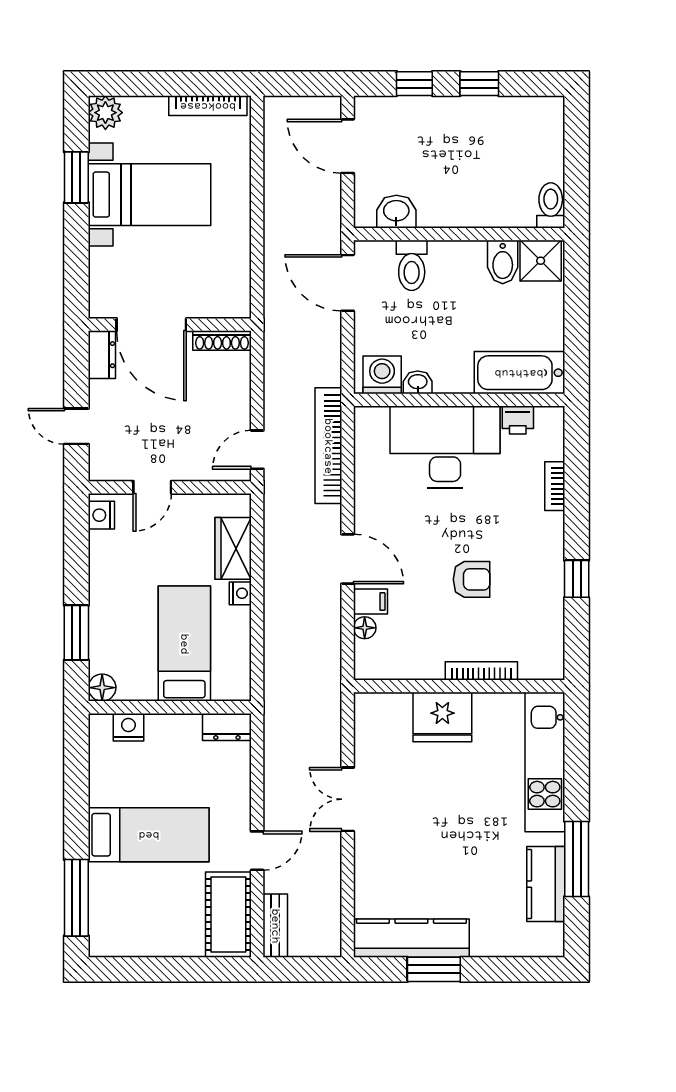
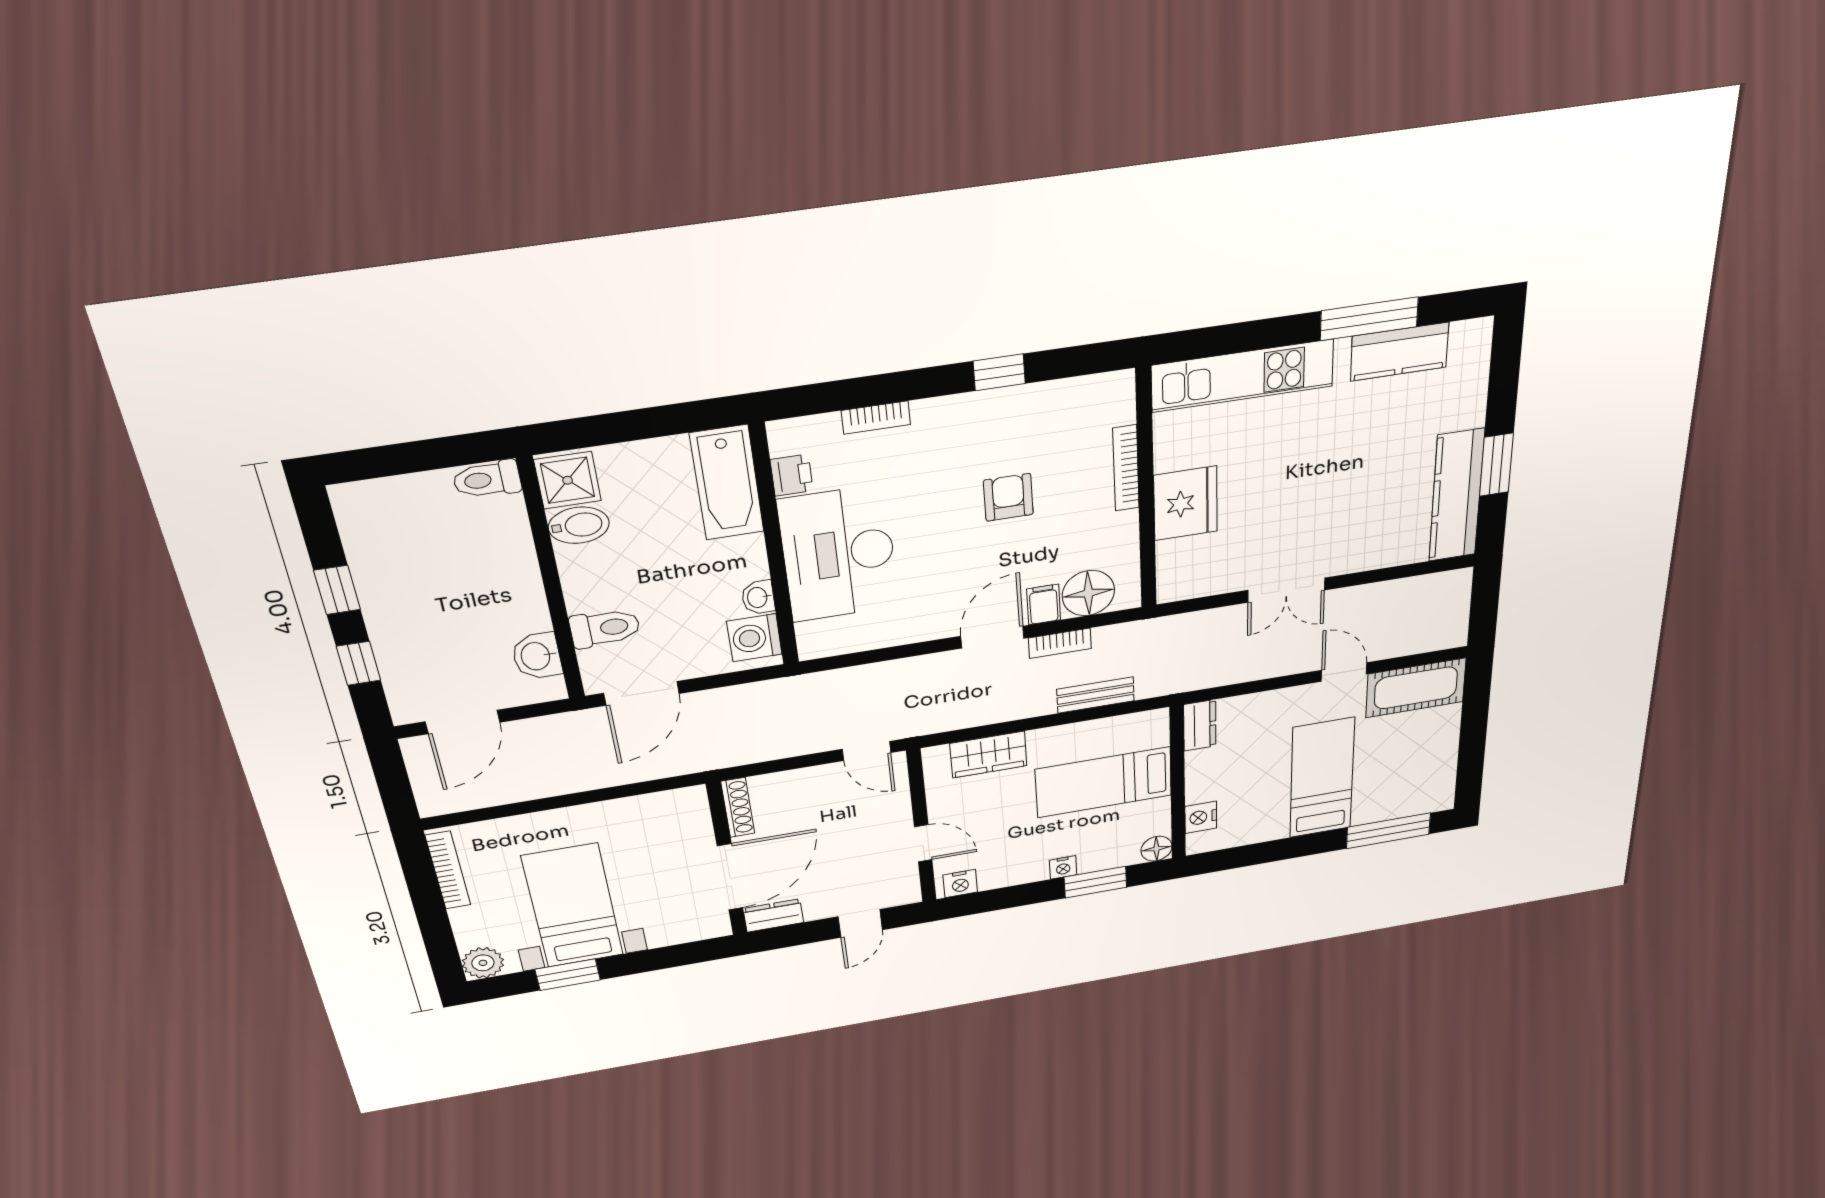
bookcase: (328, 446) -> (1060, 643), moved, width x0.43, depth x0.76
nightstand: (240, 593) -> (1063, 867), moved, turned 180
floor lamp: (365, 628) -> (1088, 593), width x1.89, depth x1.89
bench: (275, 926) -> (1096, 695), moved

